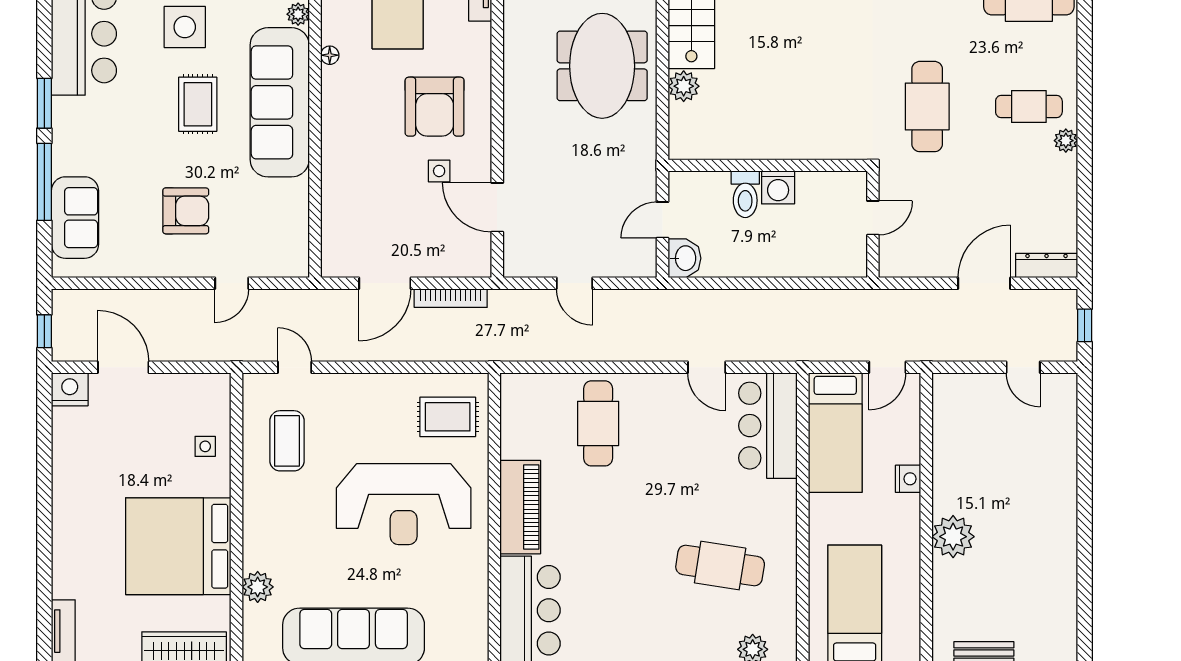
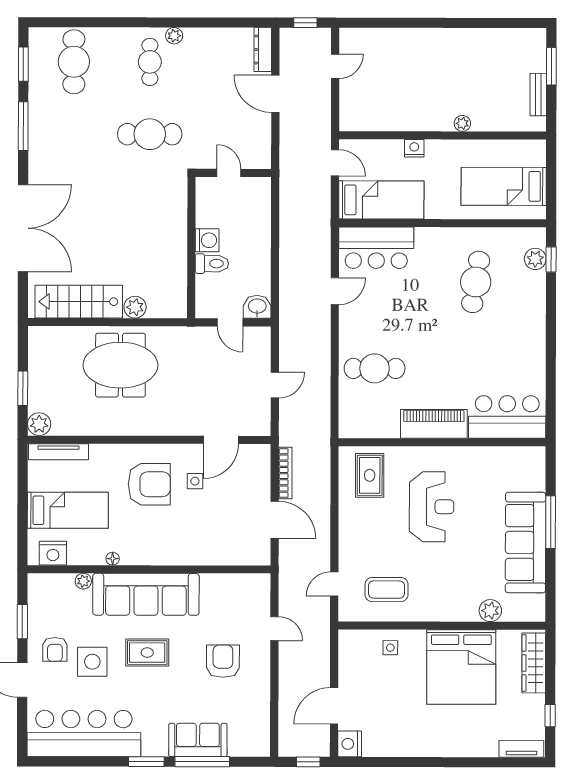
sofa: (75, 218) -> (198, 740), moved
reception desk: (404, 504) -> (432, 507), width x0.74, depth x0.77
plant: (953, 537) -> (462, 123), width x0.53, depth x0.53

